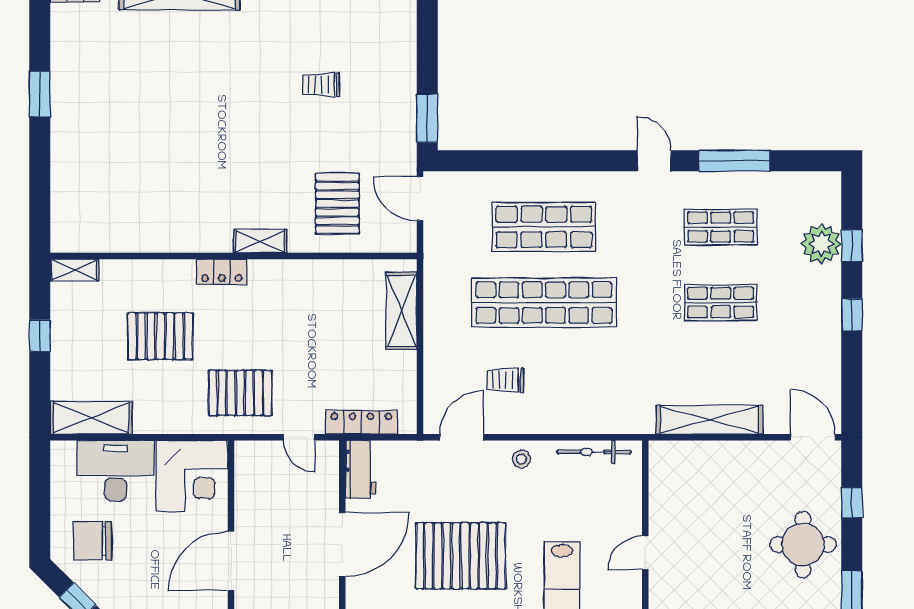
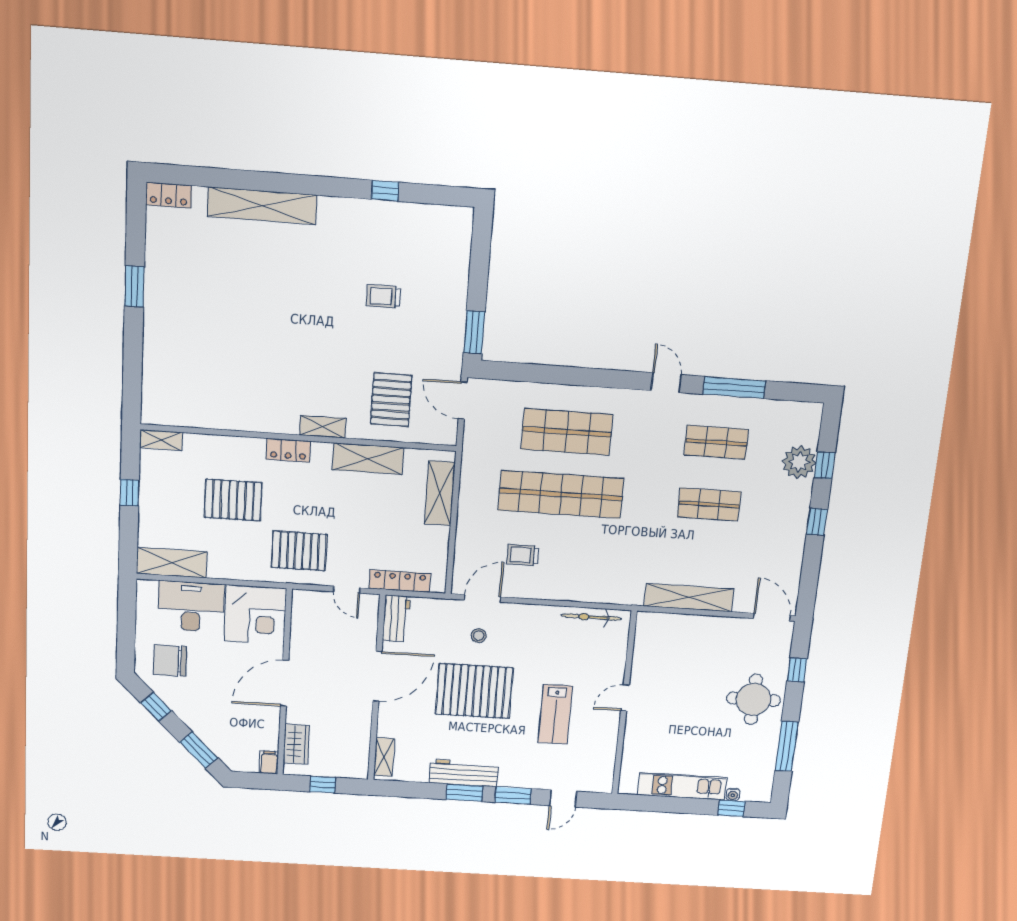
shelving: (315, 275) -> (368, 459), added
stool: (521, 459) -> (479, 636), moved

